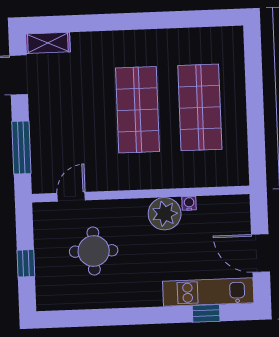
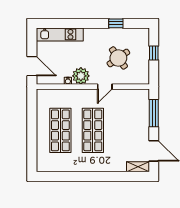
door: (71, 197) -> (105, 87), moved
round table: (94, 251) -> (118, 58), turned -35
door: (260, 253) -> (32, 66), moved
window: (206, 313) -> (116, 23), moved

